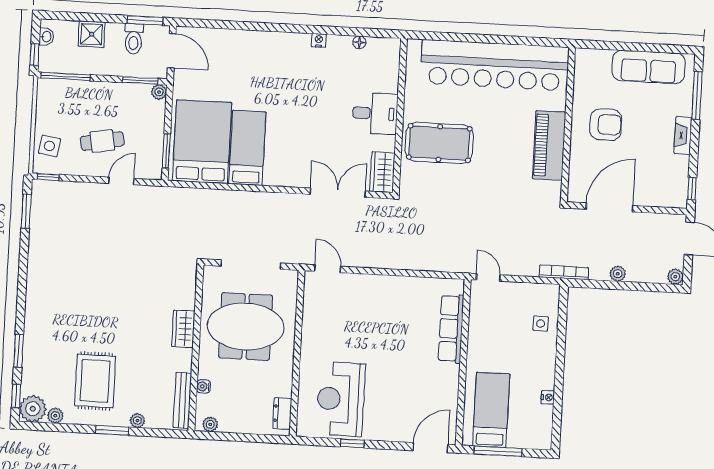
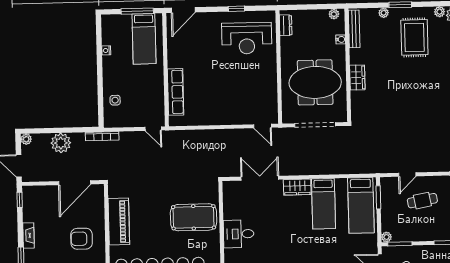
bed: (202, 142) -> (361, 205), width x0.67
wardrobe: (382, 172) -> (297, 187), moved, turned 90
double door: (338, 193) -> (260, 178), swing flipped
plant: (618, 274) -> (61, 143), width x1.87, depth x1.87
reception desk: (341, 399) -> (247, 38), turned 90

